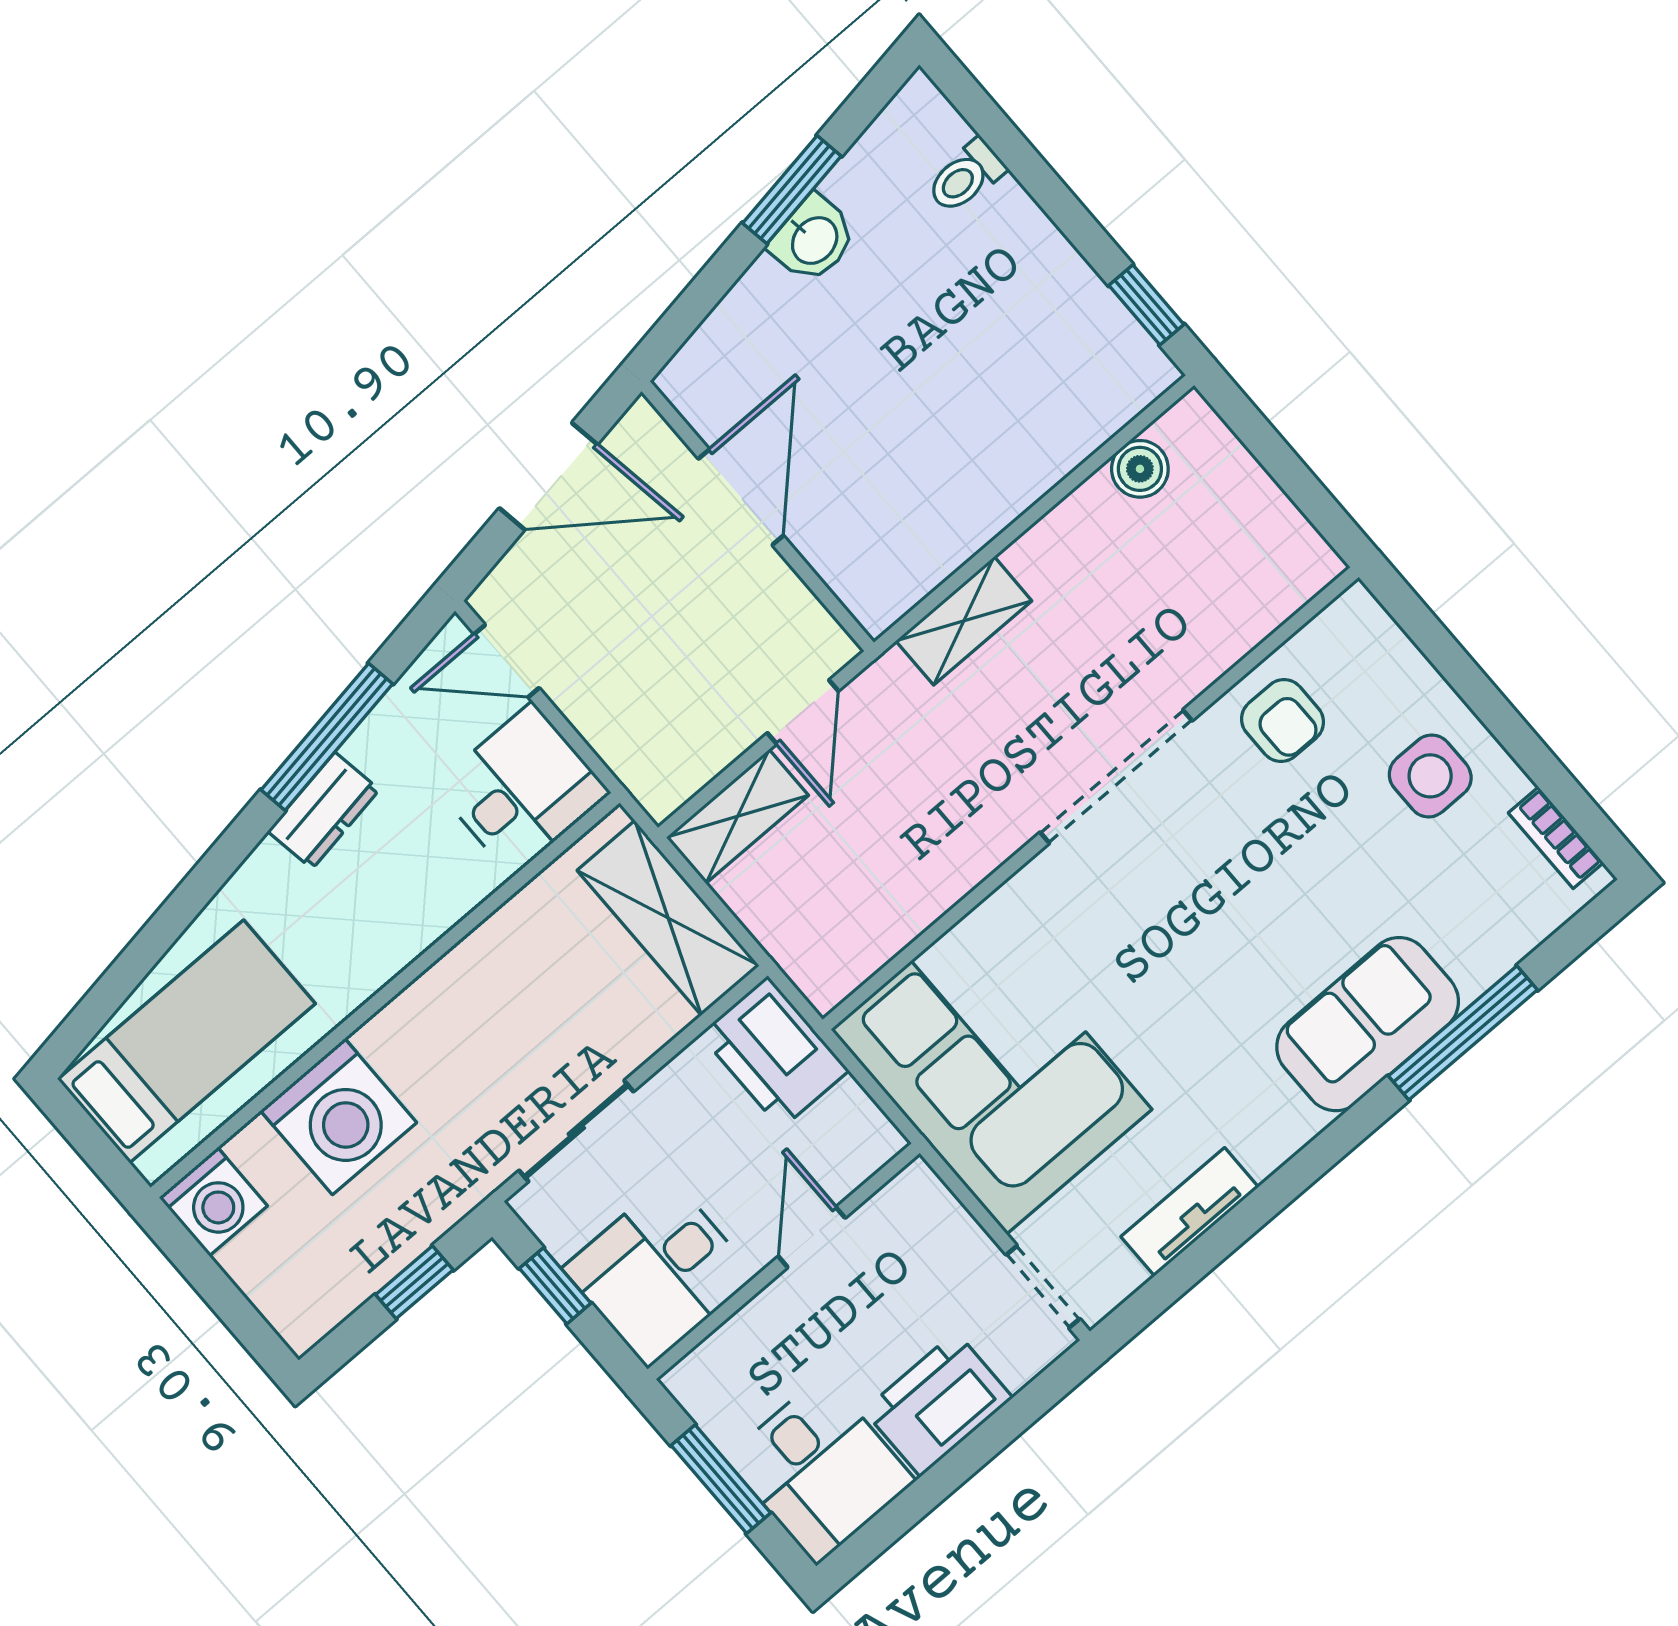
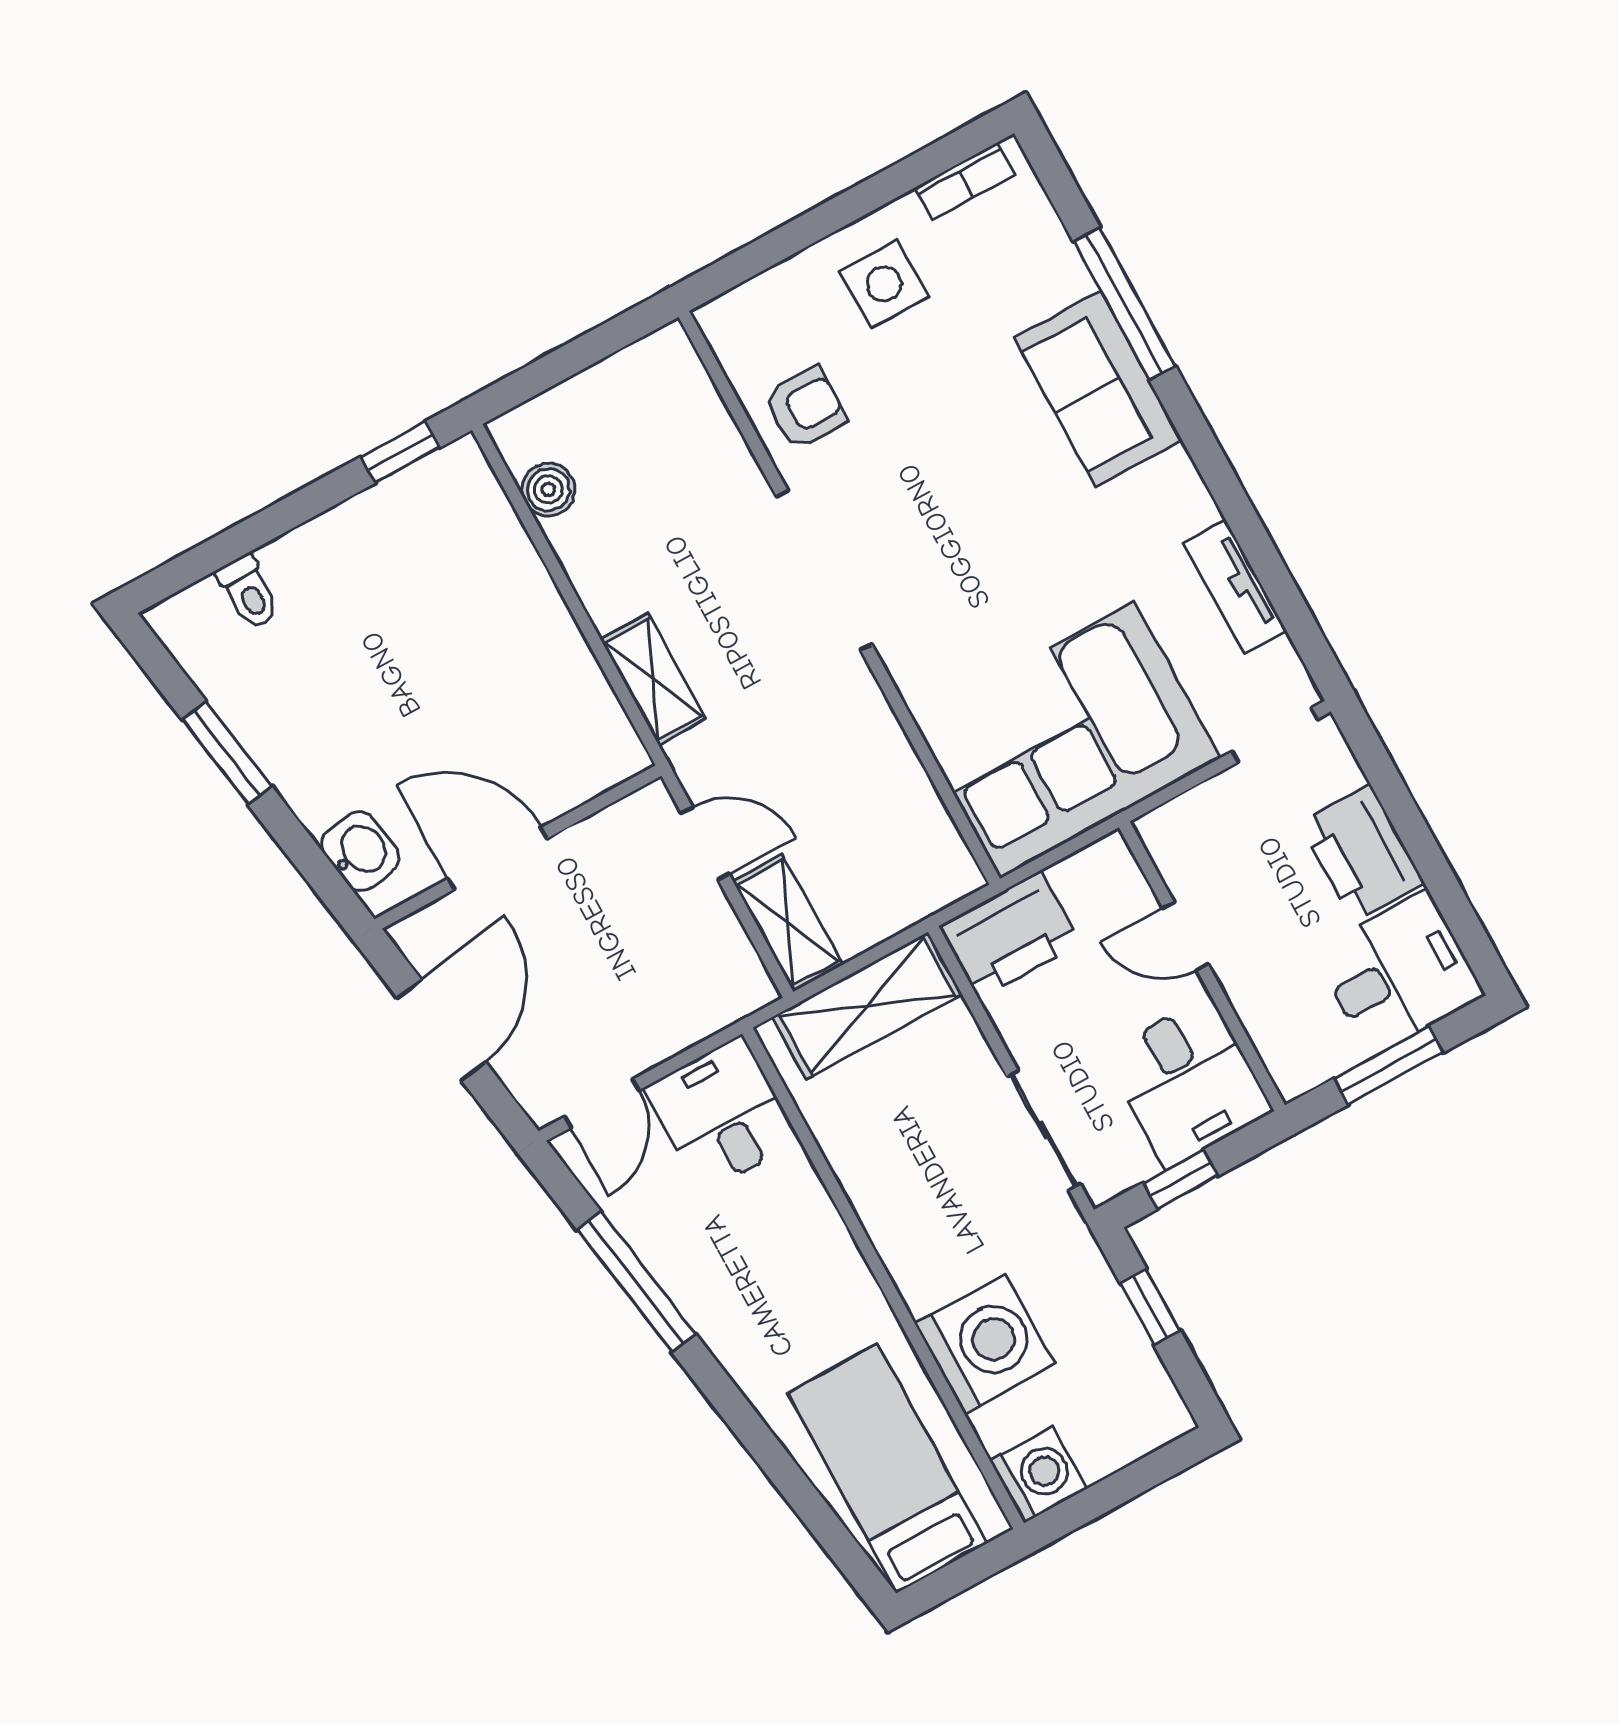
washbasin: (813, 239) -> (360, 851), moved
dresser: (324, 811) -> (703, 1299), removed

